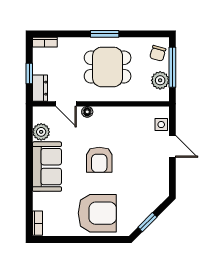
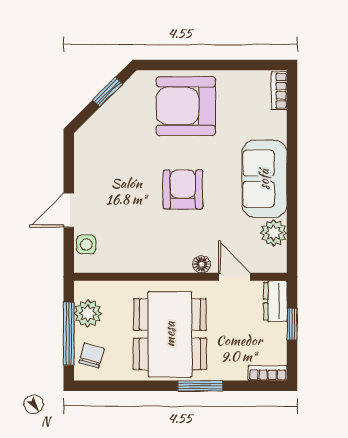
window: (105, 34) -> (200, 386), moved
dining table: (108, 67) -> (170, 334), width x1.38
door: (172, 146) -> (69, 210), hinge flipped

